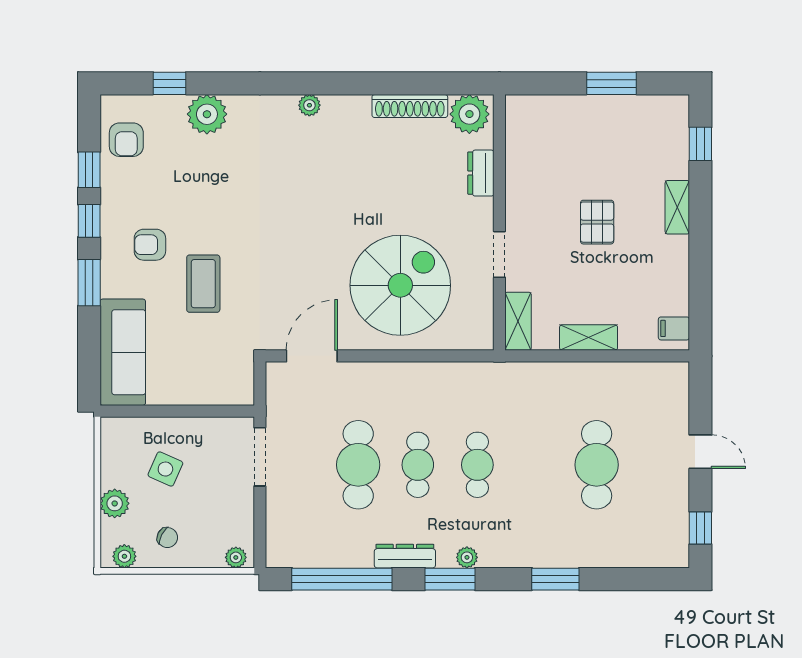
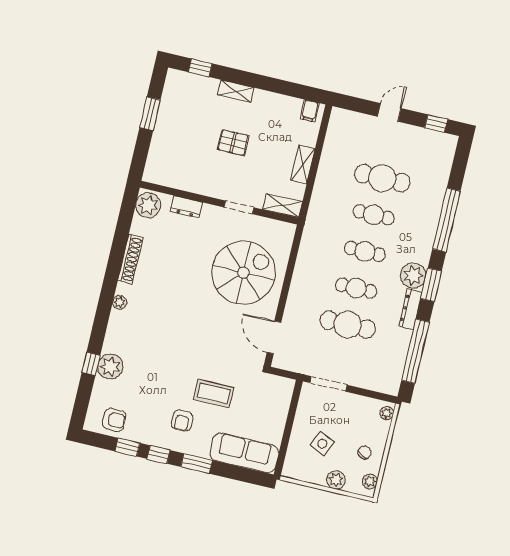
window: (169, 83) -> (91, 364), moved
shoe rack: (410, 106) -> (130, 259), moved
spiral stairs: (400, 285) -> (243, 273), turned 90
cafe table: (537, 465) -> (374, 215), added
plant: (467, 557) -> (413, 276), width x1.88, depth x1.88
window: (555, 579) -> (446, 220), width x2.11

